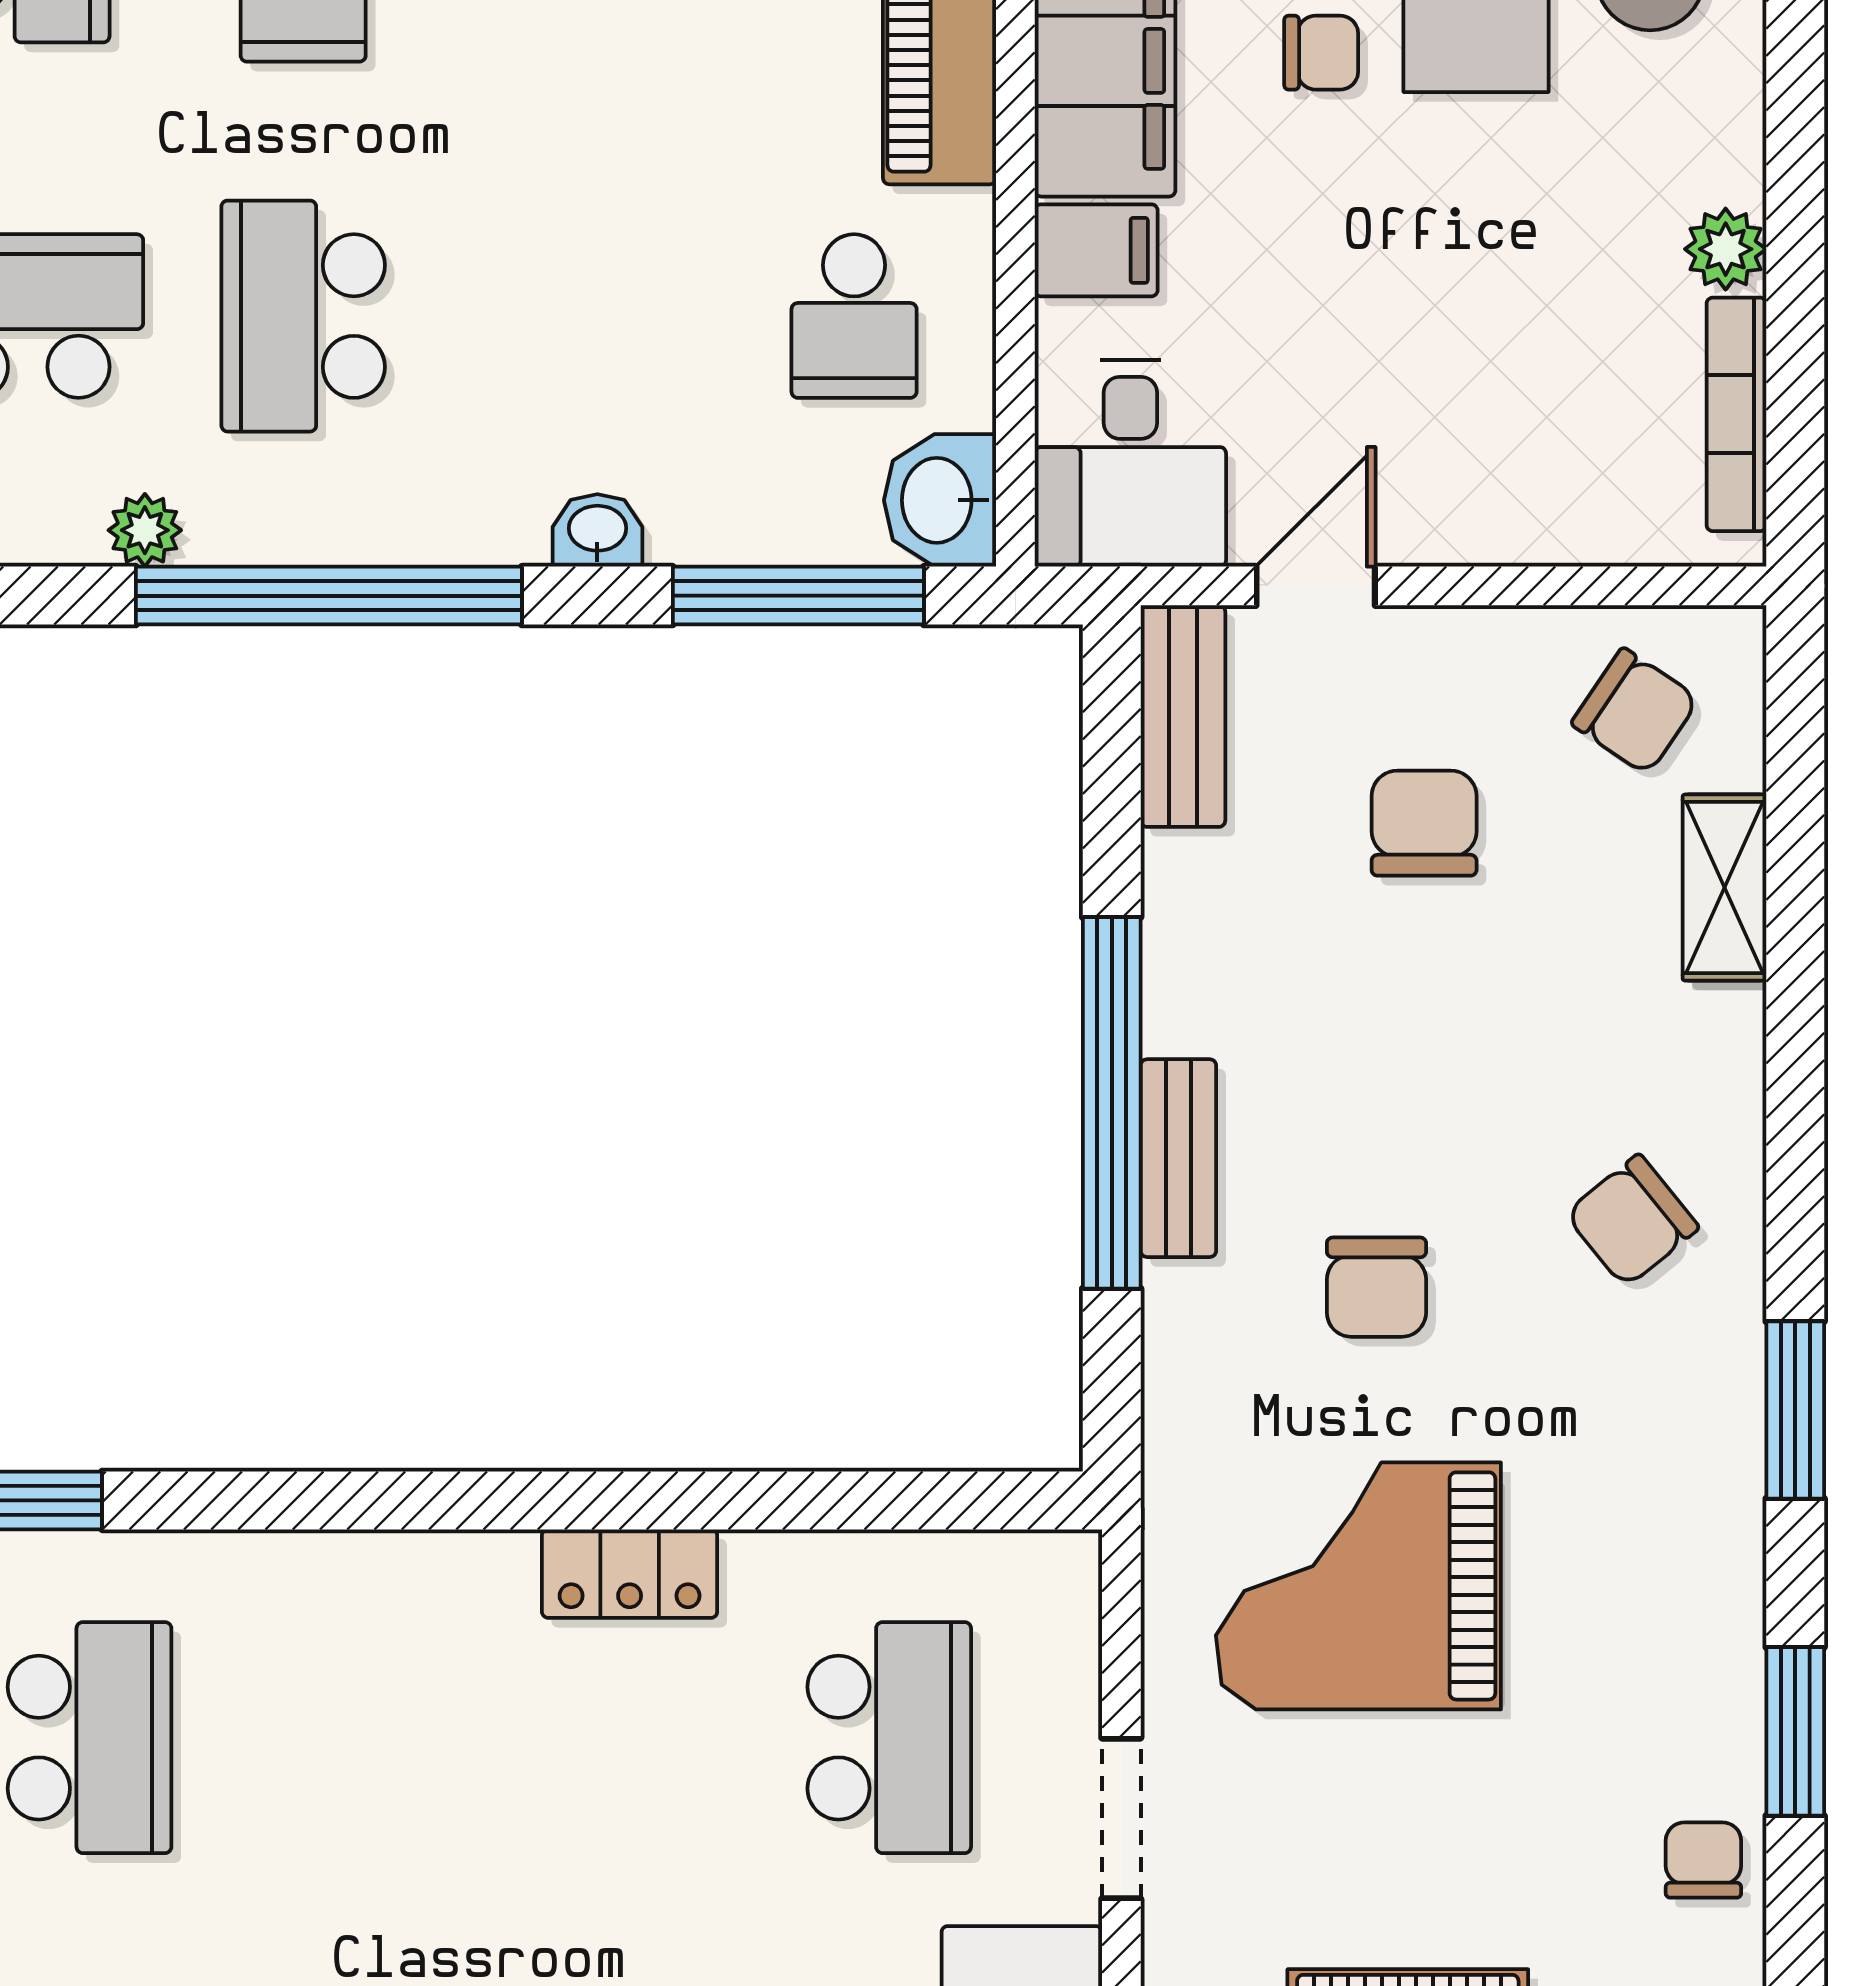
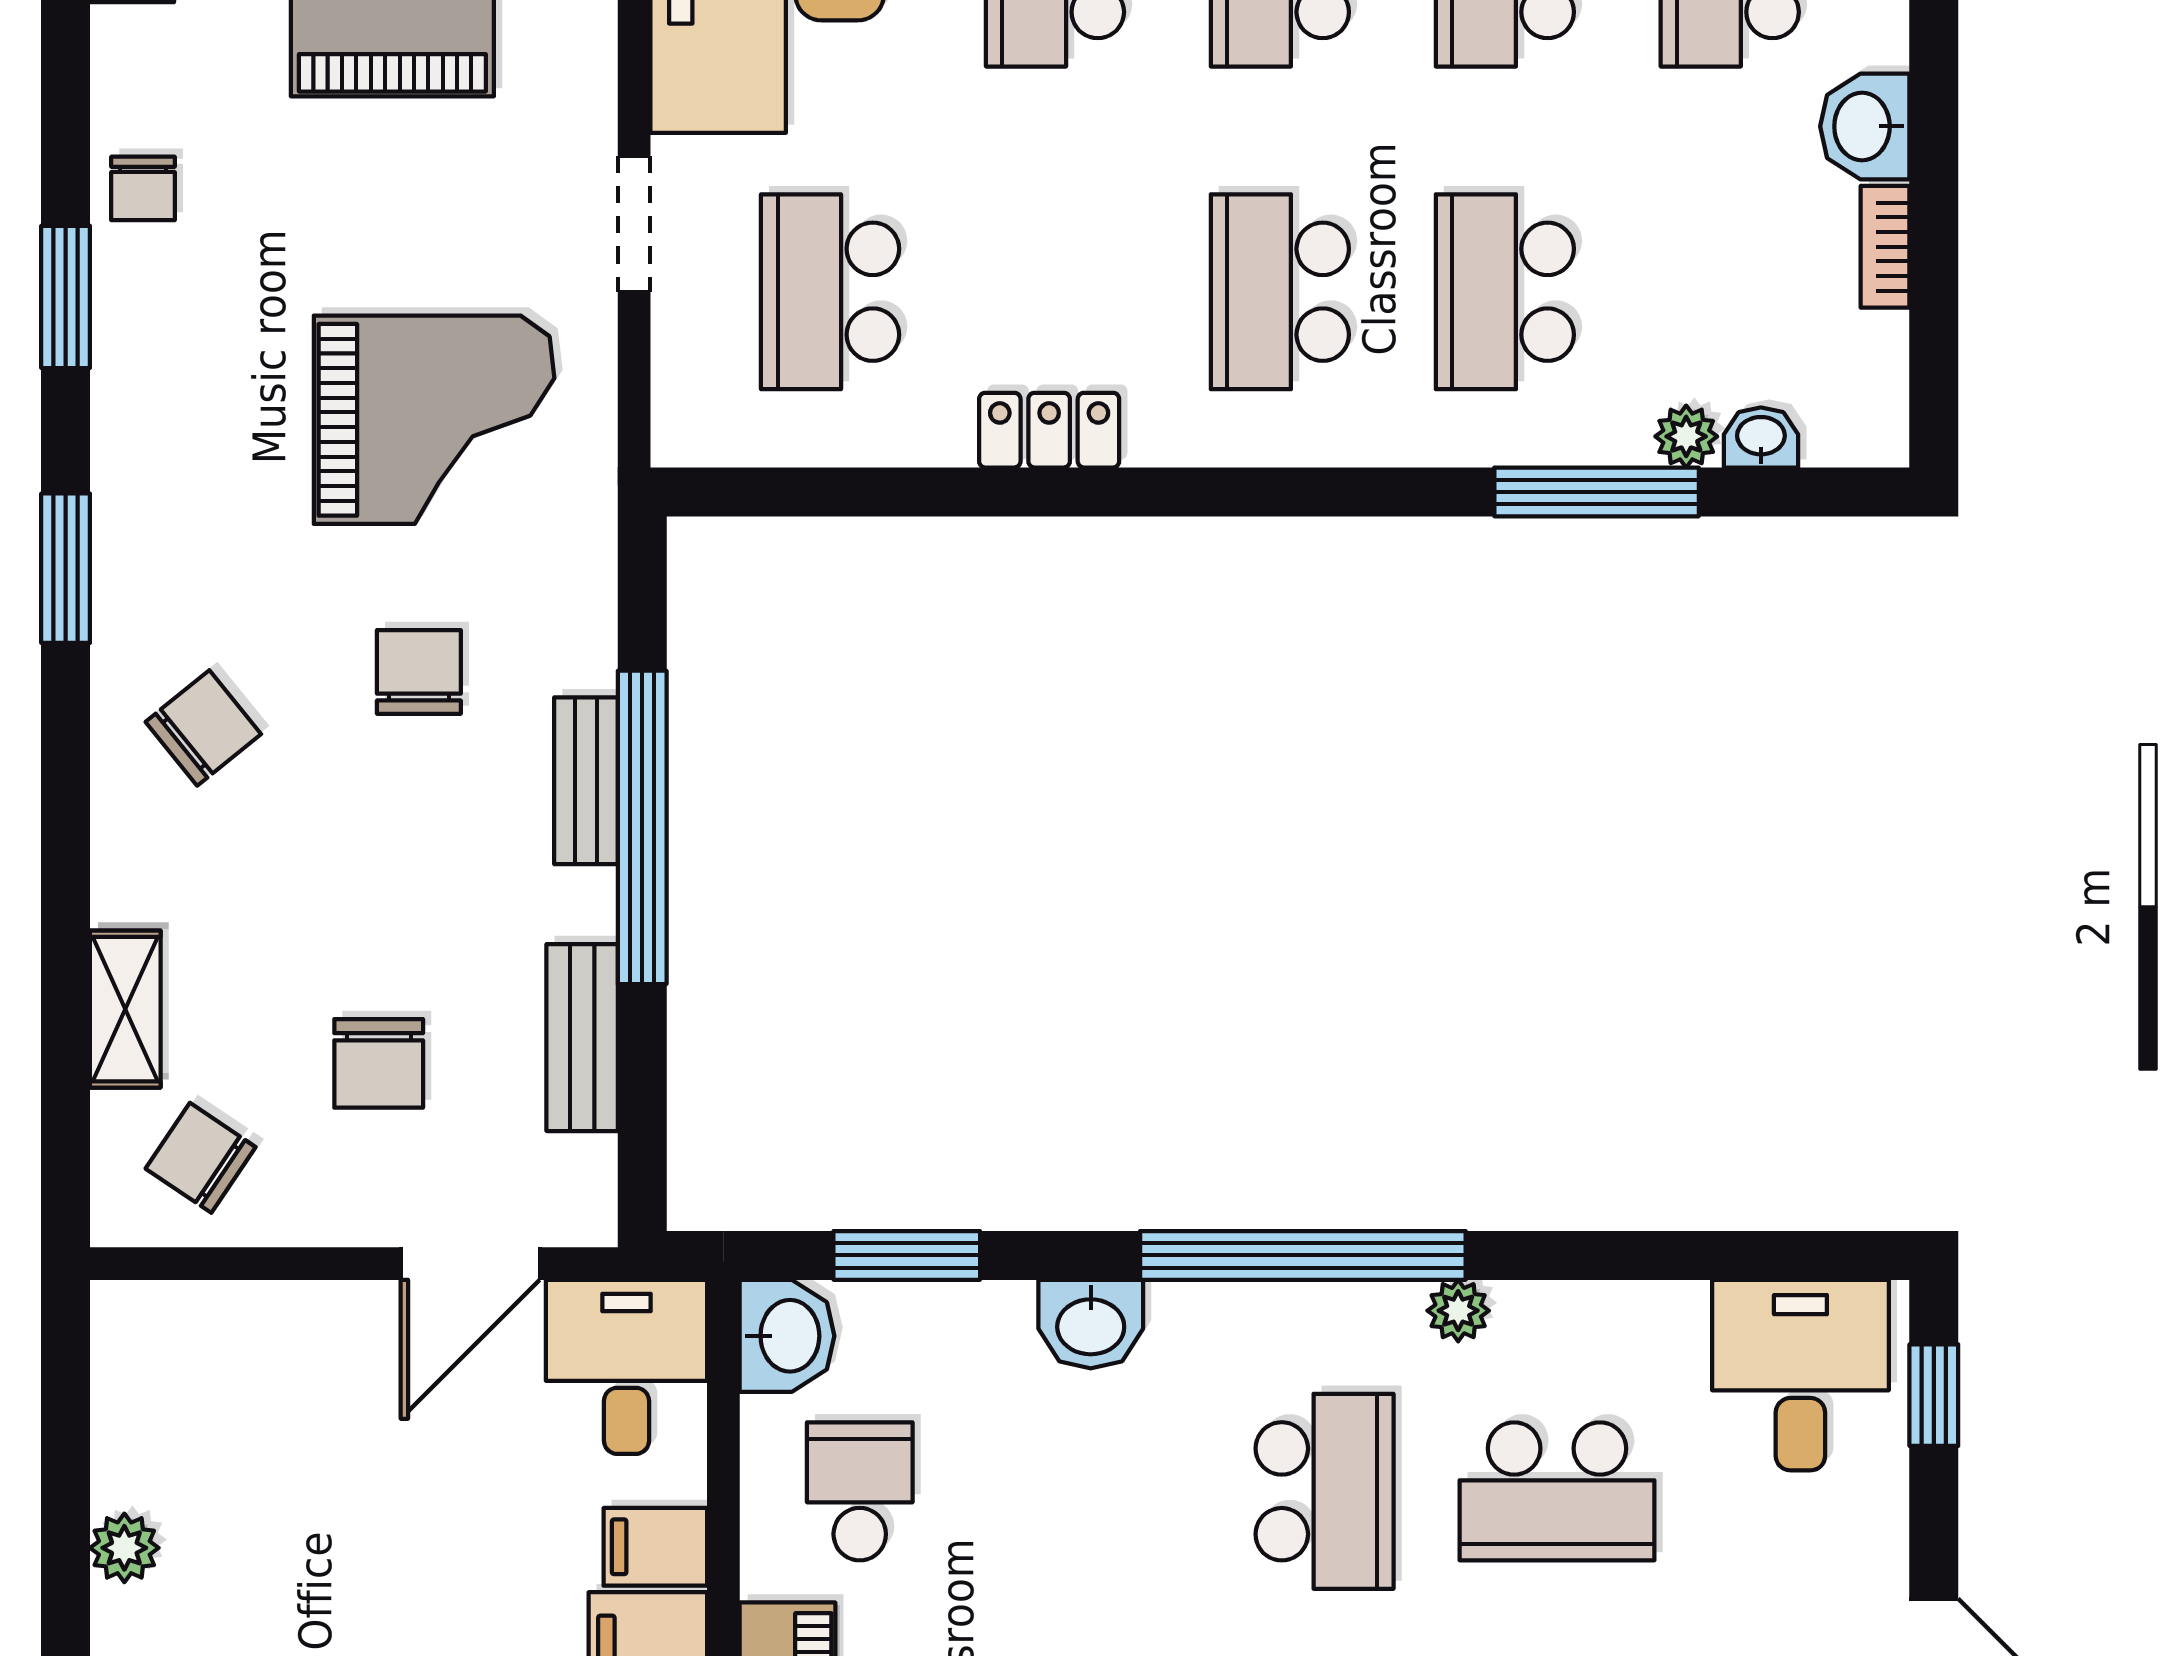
bookcase: (1736, 414) -> (115, 1408), removed
washbasin: (597, 530) -> (1091, 1324), width x1.38, depth x1.45
door: (1316, 586) -> (470, 1264), width x1.38
window: (798, 596) -> (907, 1255), width x0.69
bench: (1183, 716) -> (582, 1038), moved
school desk: (356, 1738) -> (1280, 292), added

